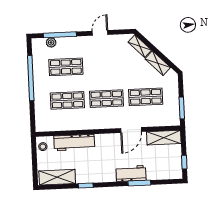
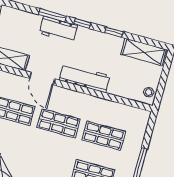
door: (131, 130) -> (42, 79), swing flipped
workbench: (74, 142) -> (85, 78), moved
window: (113, 184) -> (82, 23), added

